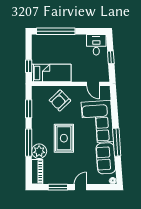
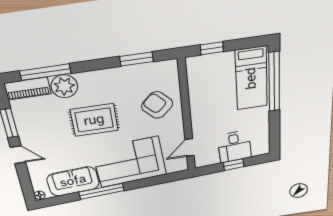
desk: (96, 45) -> (234, 147), moved, turned 86
bed: (51, 73) -> (251, 78), moved
window: (29, 143) -> (45, 72), moved

